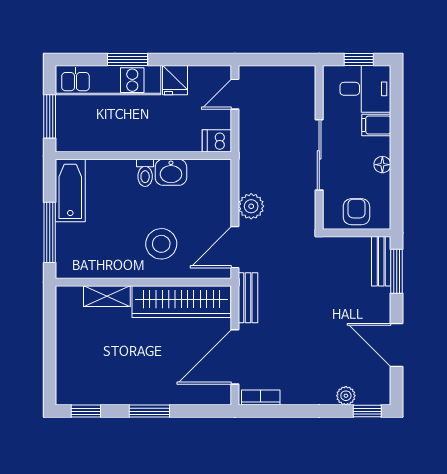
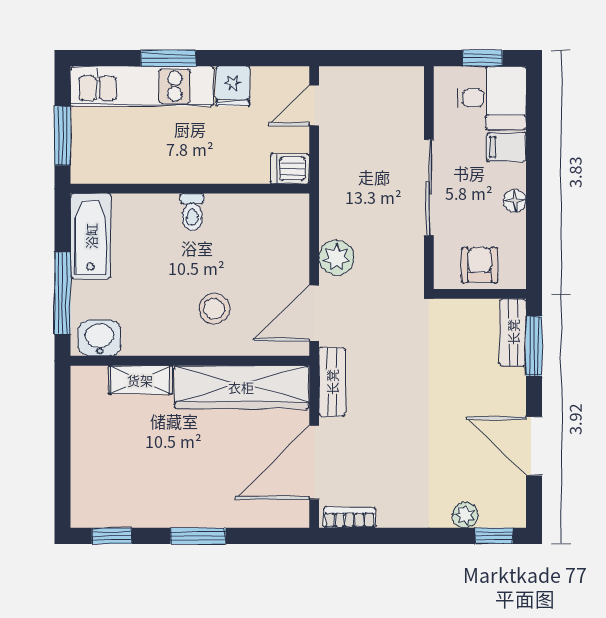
washbasin: (171, 172) -> (99, 338), moved, turned 180
stool: (161, 244) -> (214, 309), width x0.73, depth x0.73

